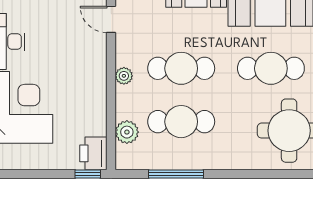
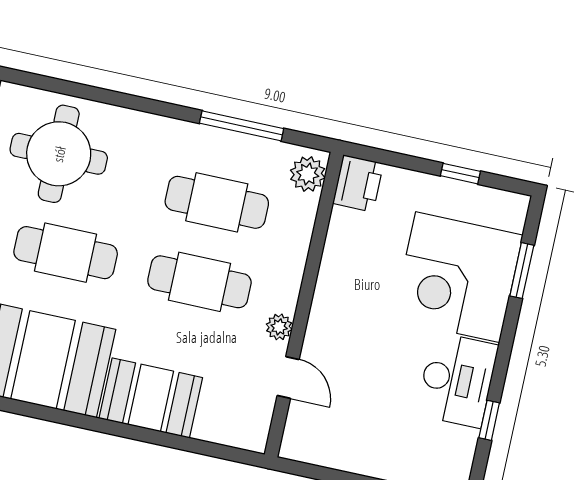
plant: (124, 76) -> (279, 327), moved
plant: (127, 132) -> (308, 174), moved
window: (88, 174) -> (460, 174), moved

